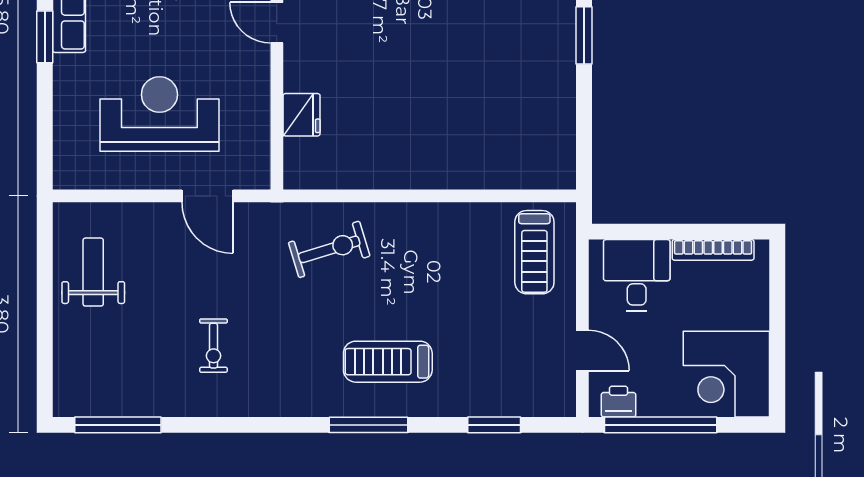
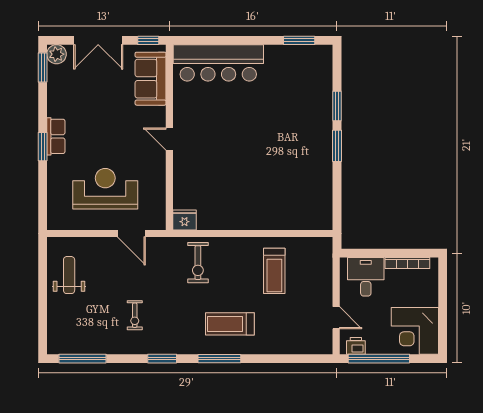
fridge: (302, 115) -> (184, 220), moved, turned -90
exercise bike: (329, 249) -> (198, 263), turned 107
treadmill: (534, 252) -> (274, 271), moved
window: (494, 425) -> (162, 359), moved

